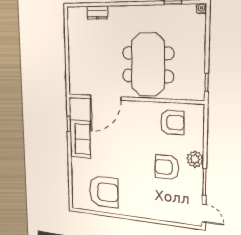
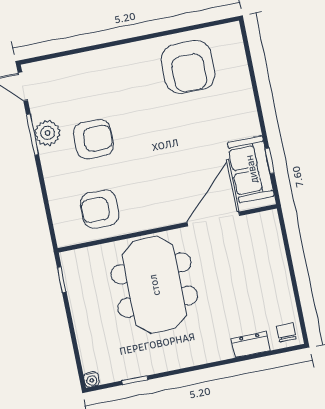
chair: (76, 16) -> (286, 332), added
sofa: (80, 139) -> (251, 169), moved
plant: (195, 159) -> (48, 133), moved
armchair: (104, 192) -> (188, 67), turned -90

